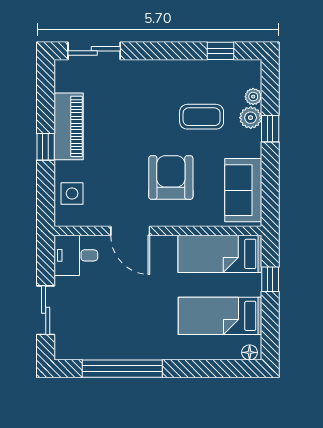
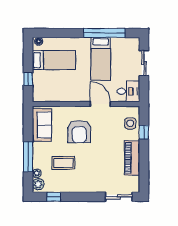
plant: (251, 118) -> (38, 184), moved
window: (270, 129) -> (28, 157), width x2.17
window: (46, 147) -> (144, 132), moved
bed: (220, 254) -> (101, 59), moved, turned 90

